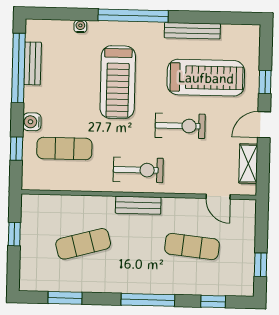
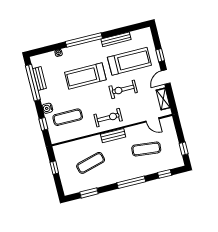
treadmill: (118, 82) -> (85, 76), turned 90
exercise bike: (180, 126) -> (123, 89), turned 180

